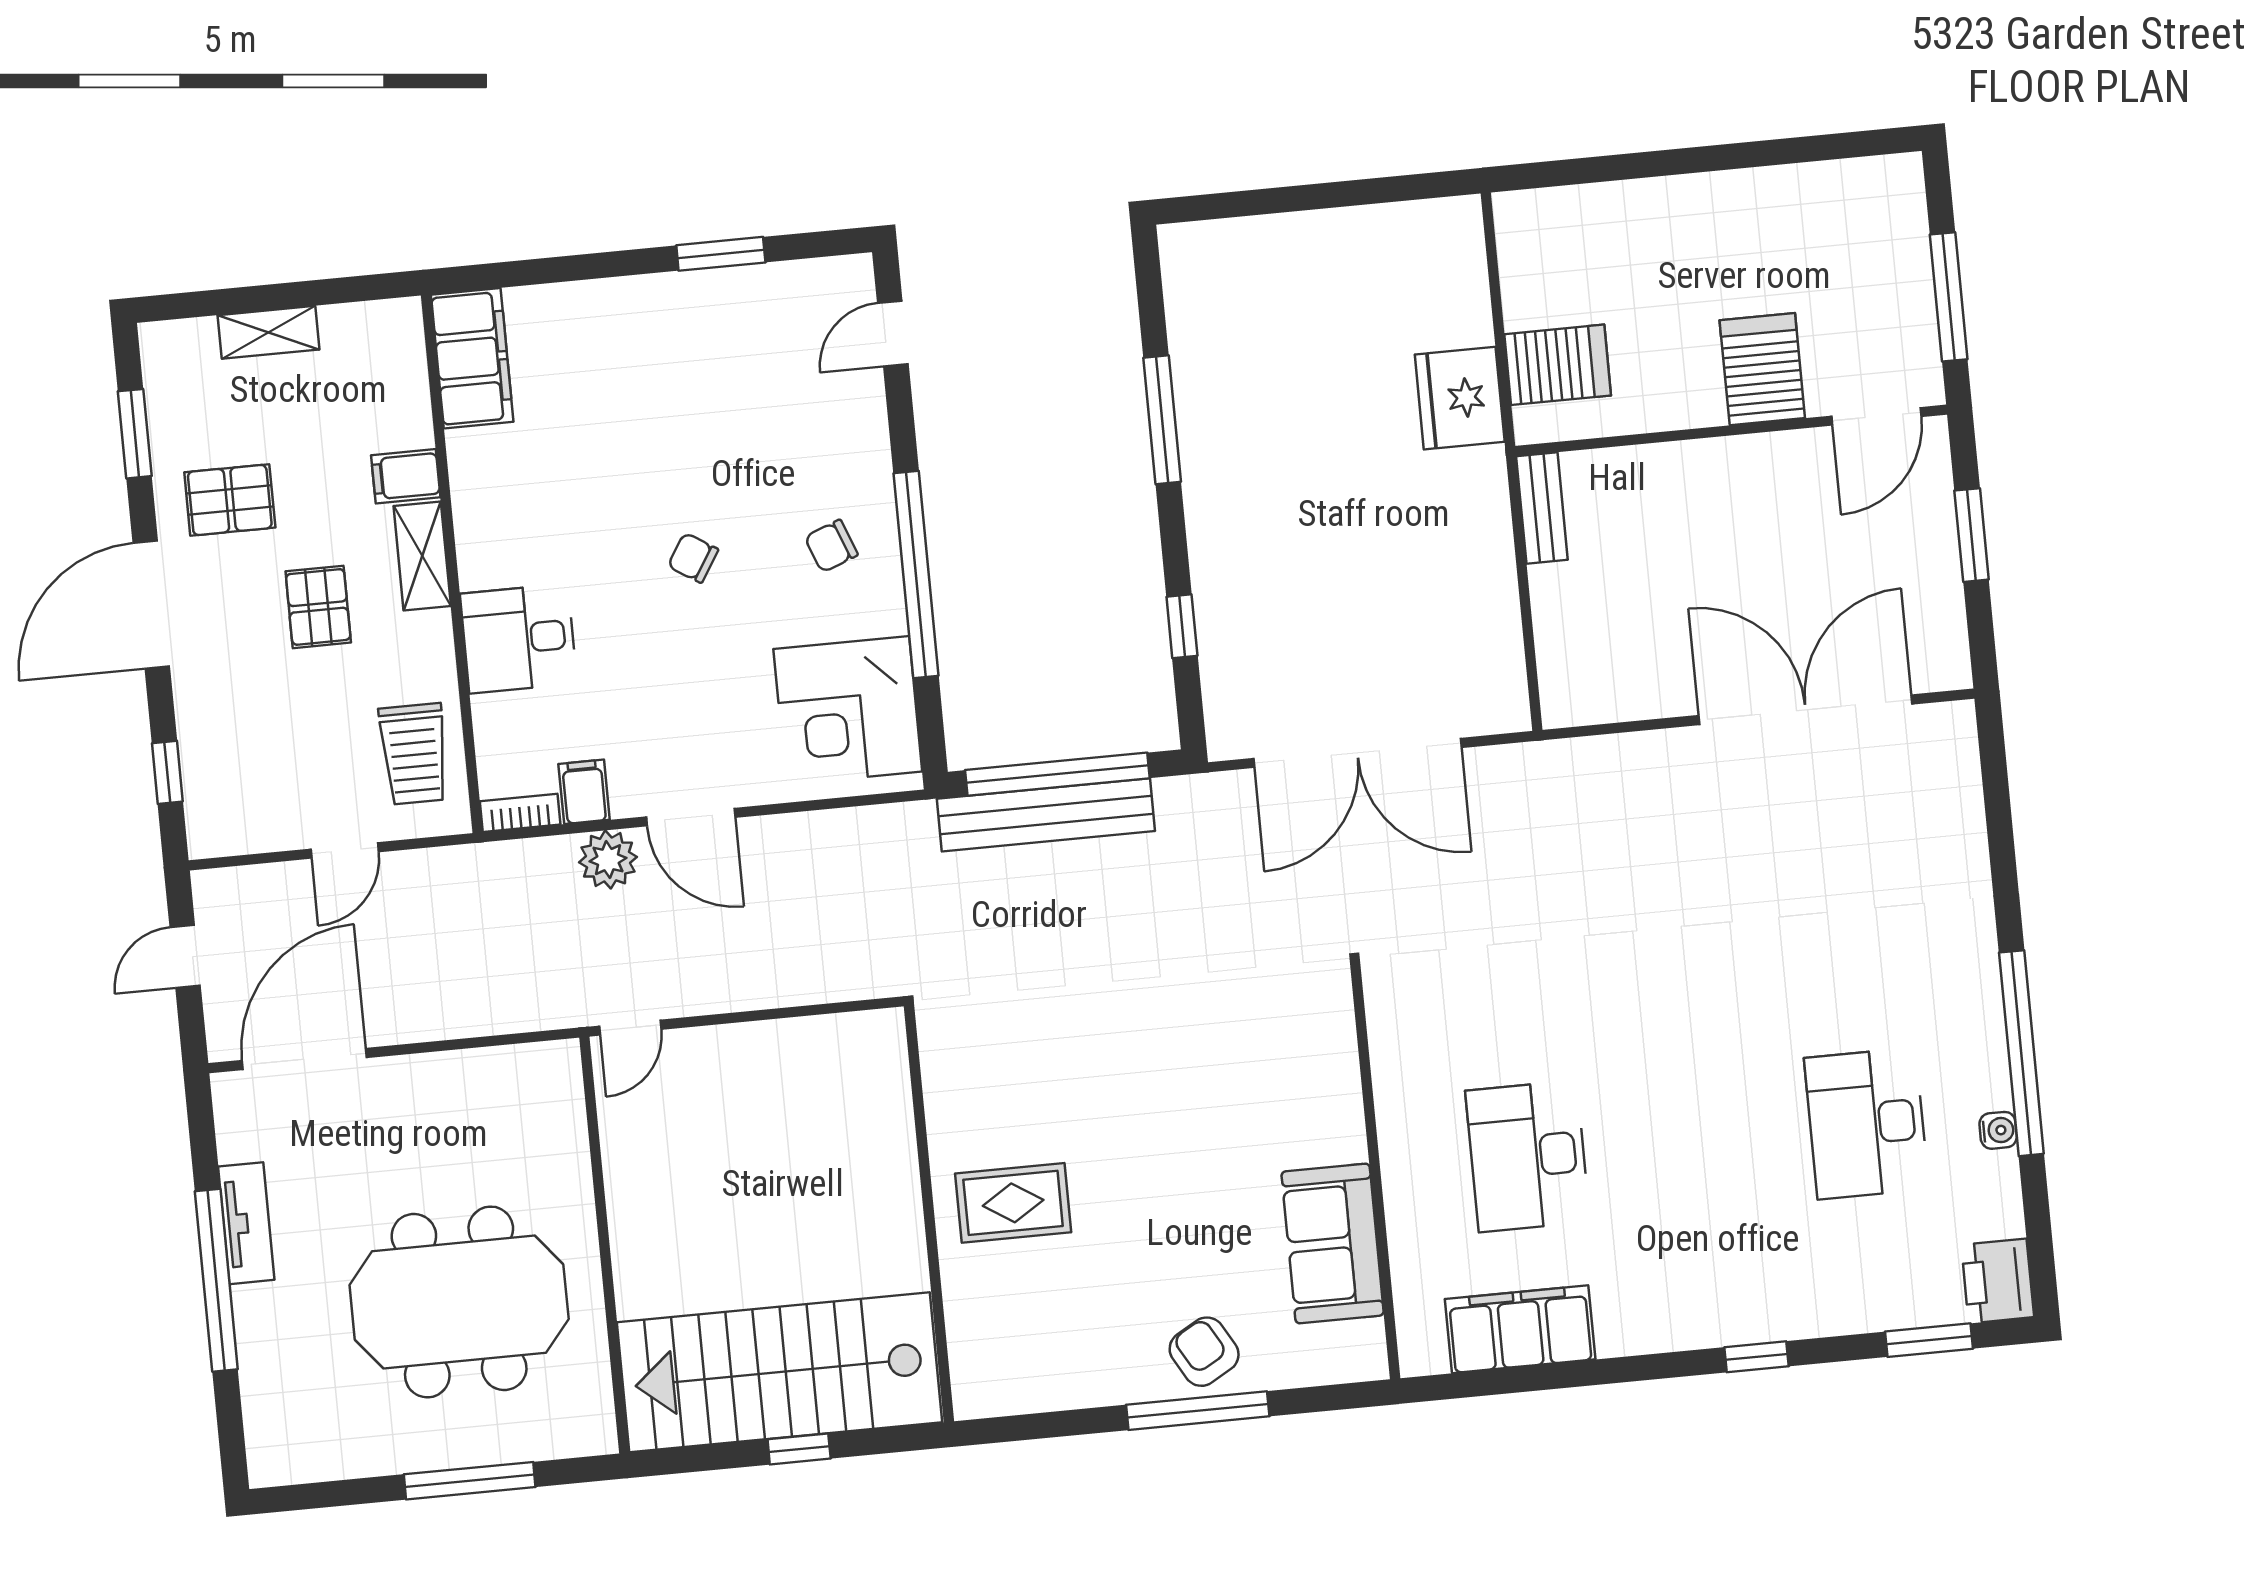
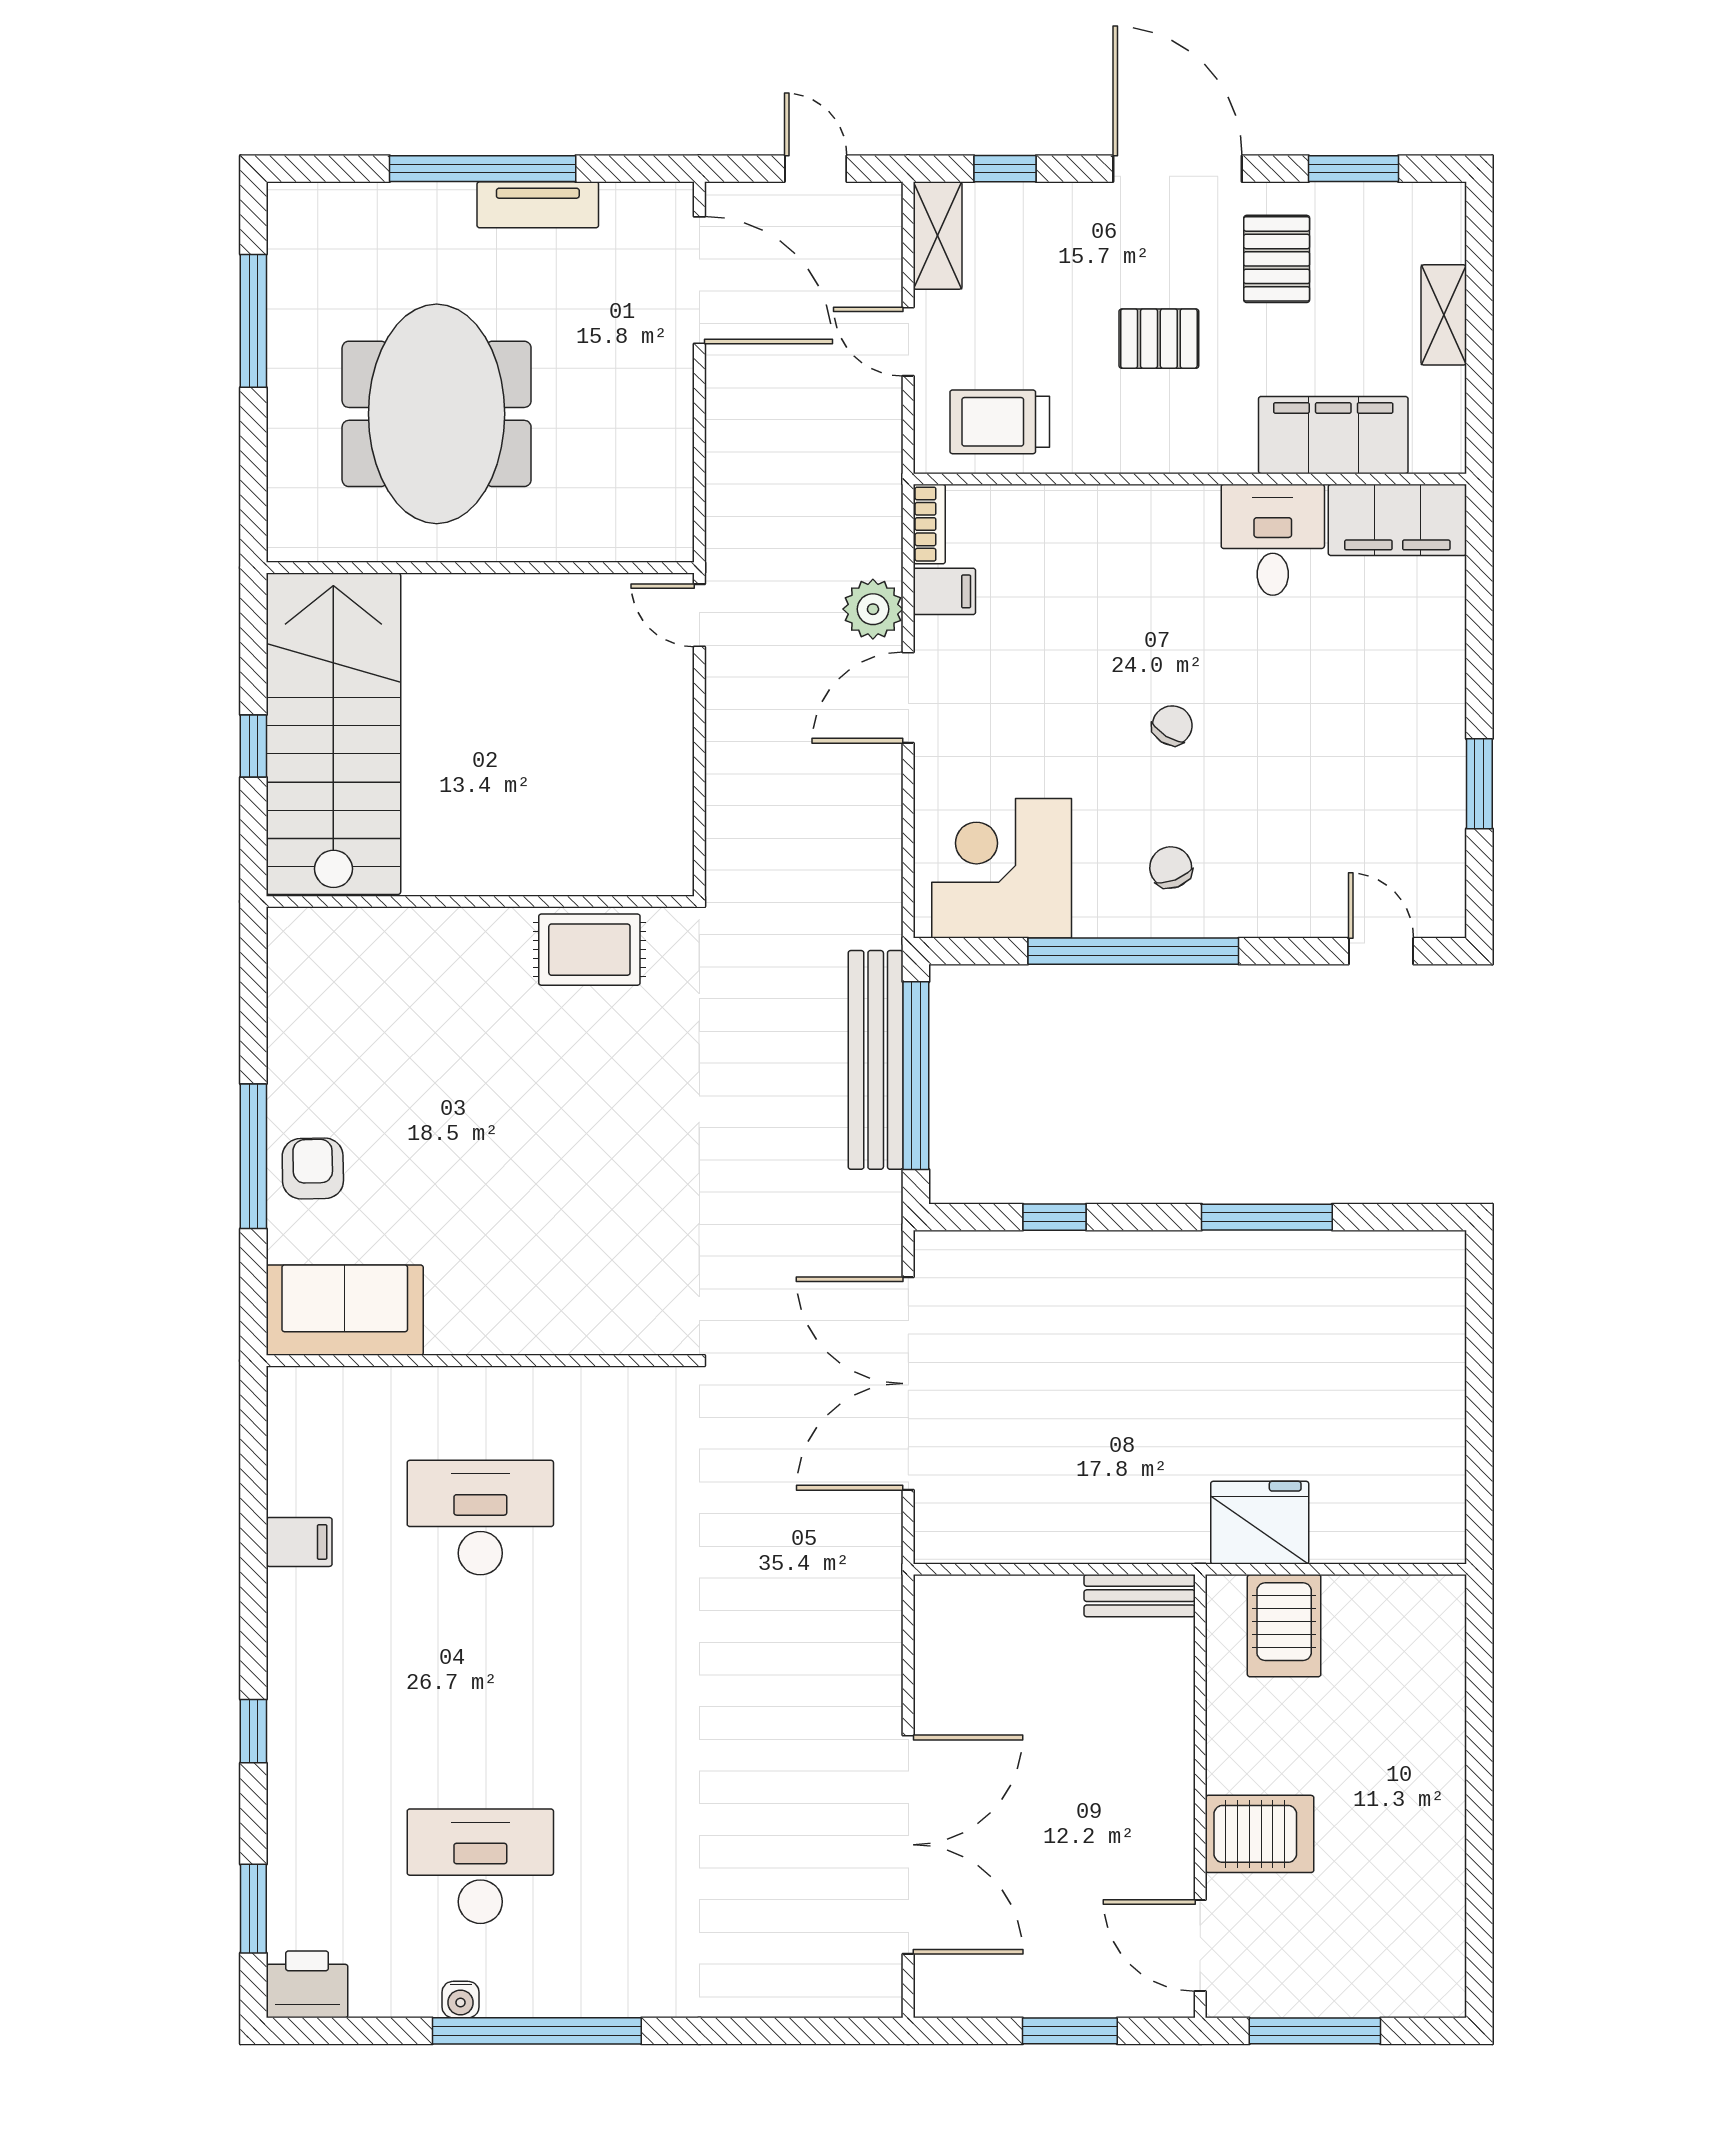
filing cabinet: (406, 476) -> (1333, 435), width x3.00, depth x1.17
shelving: (422, 556) -> (938, 235), moved, turned 90
desk: (519, 639) -> (1273, 540), moved
rug: (1013, 1203) -> (589, 950), moved, turned 90
sofa: (1333, 1243) -> (345, 1310), moved
filing cabinet: (1520, 1329) -> (299, 1542), width x0.33, depth x0.86
armchair: (1204, 1352) -> (313, 1168), turned -61
window: (470, 1481) -> (253, 321), moved

